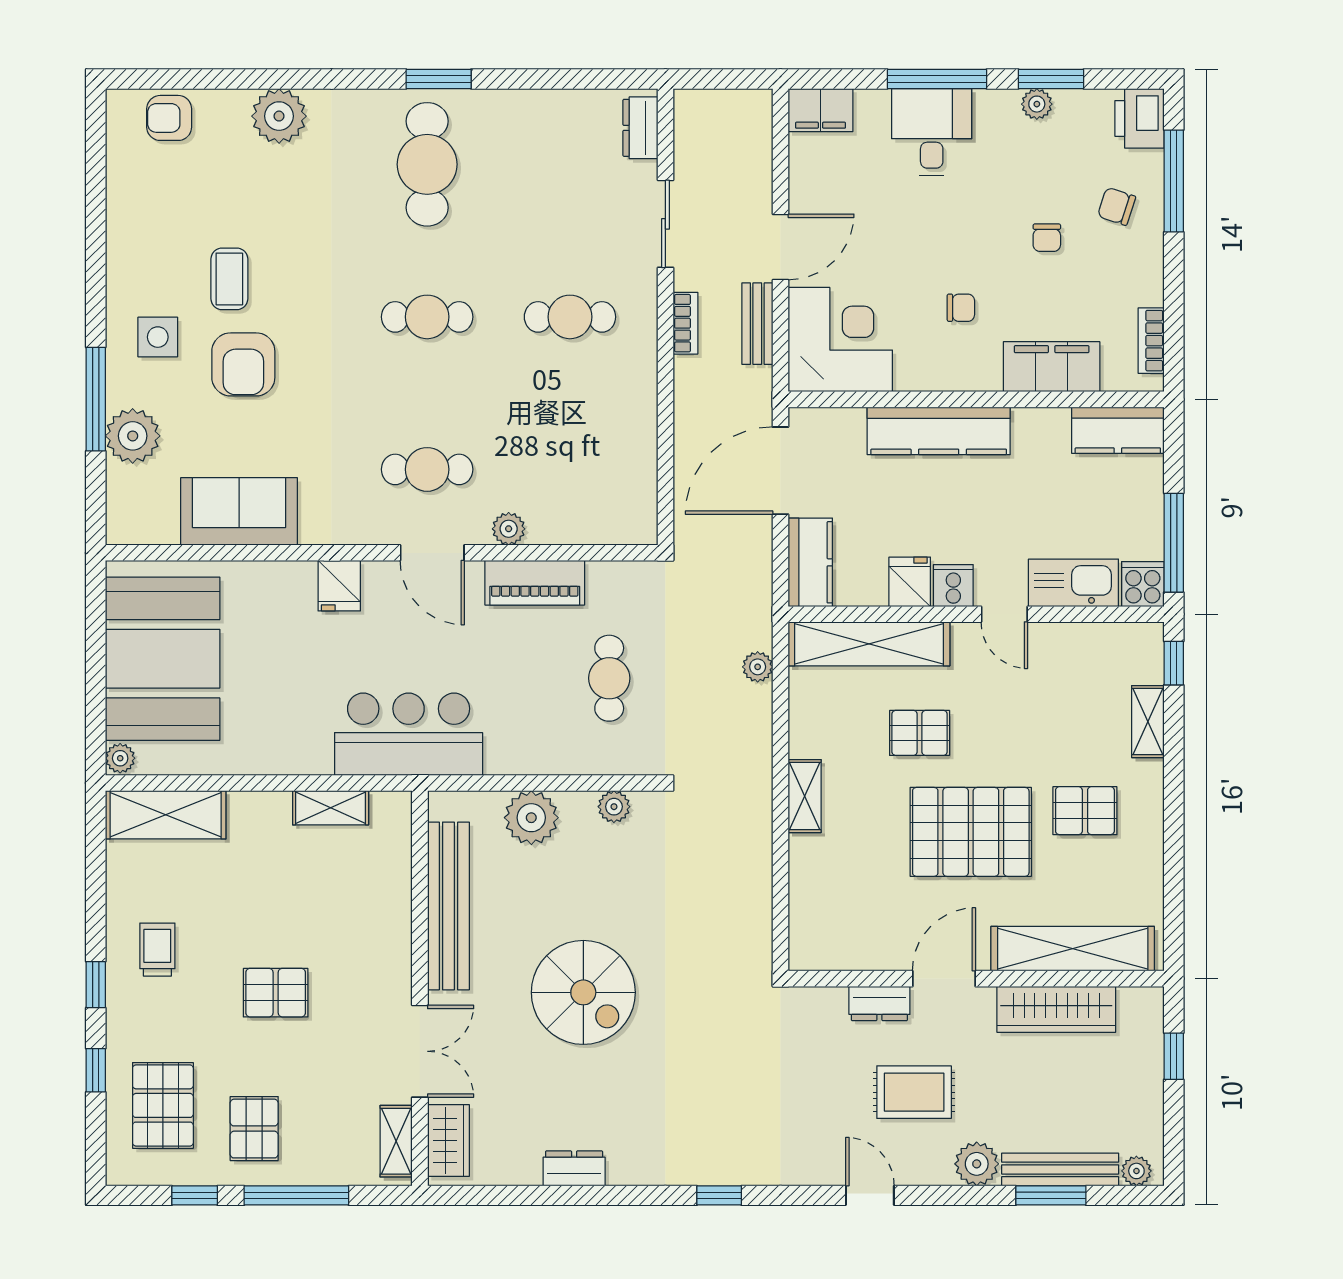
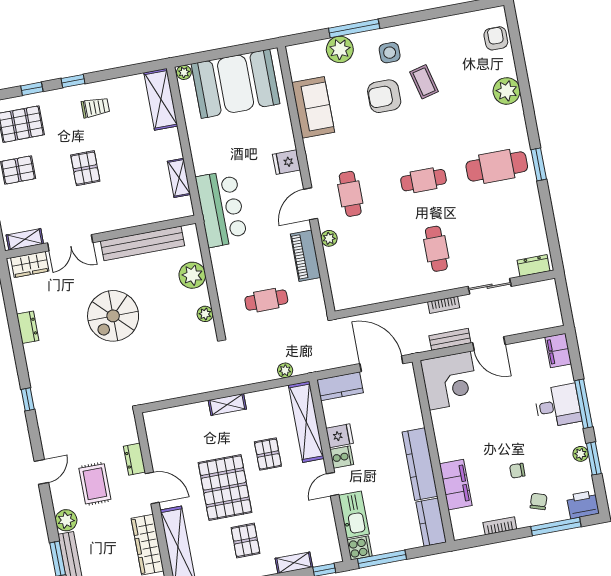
coffee table: (229, 279) -> (424, 82), turned 76
chair: (961, 308) -> (476, 436), removed
cafe table: (427, 317) -> (423, 180), turned 90
bookcase: (1151, 341) -> (500, 526), moved
kitchen counter: (939, 431) -> (420, 464), moved

